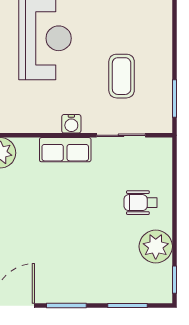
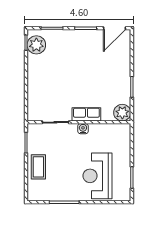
coffee table: (122, 76) -> (38, 167), moved
wheelchair: (141, 203) -> (45, 85), removed
plant: (156, 246) -> (36, 45), moved

